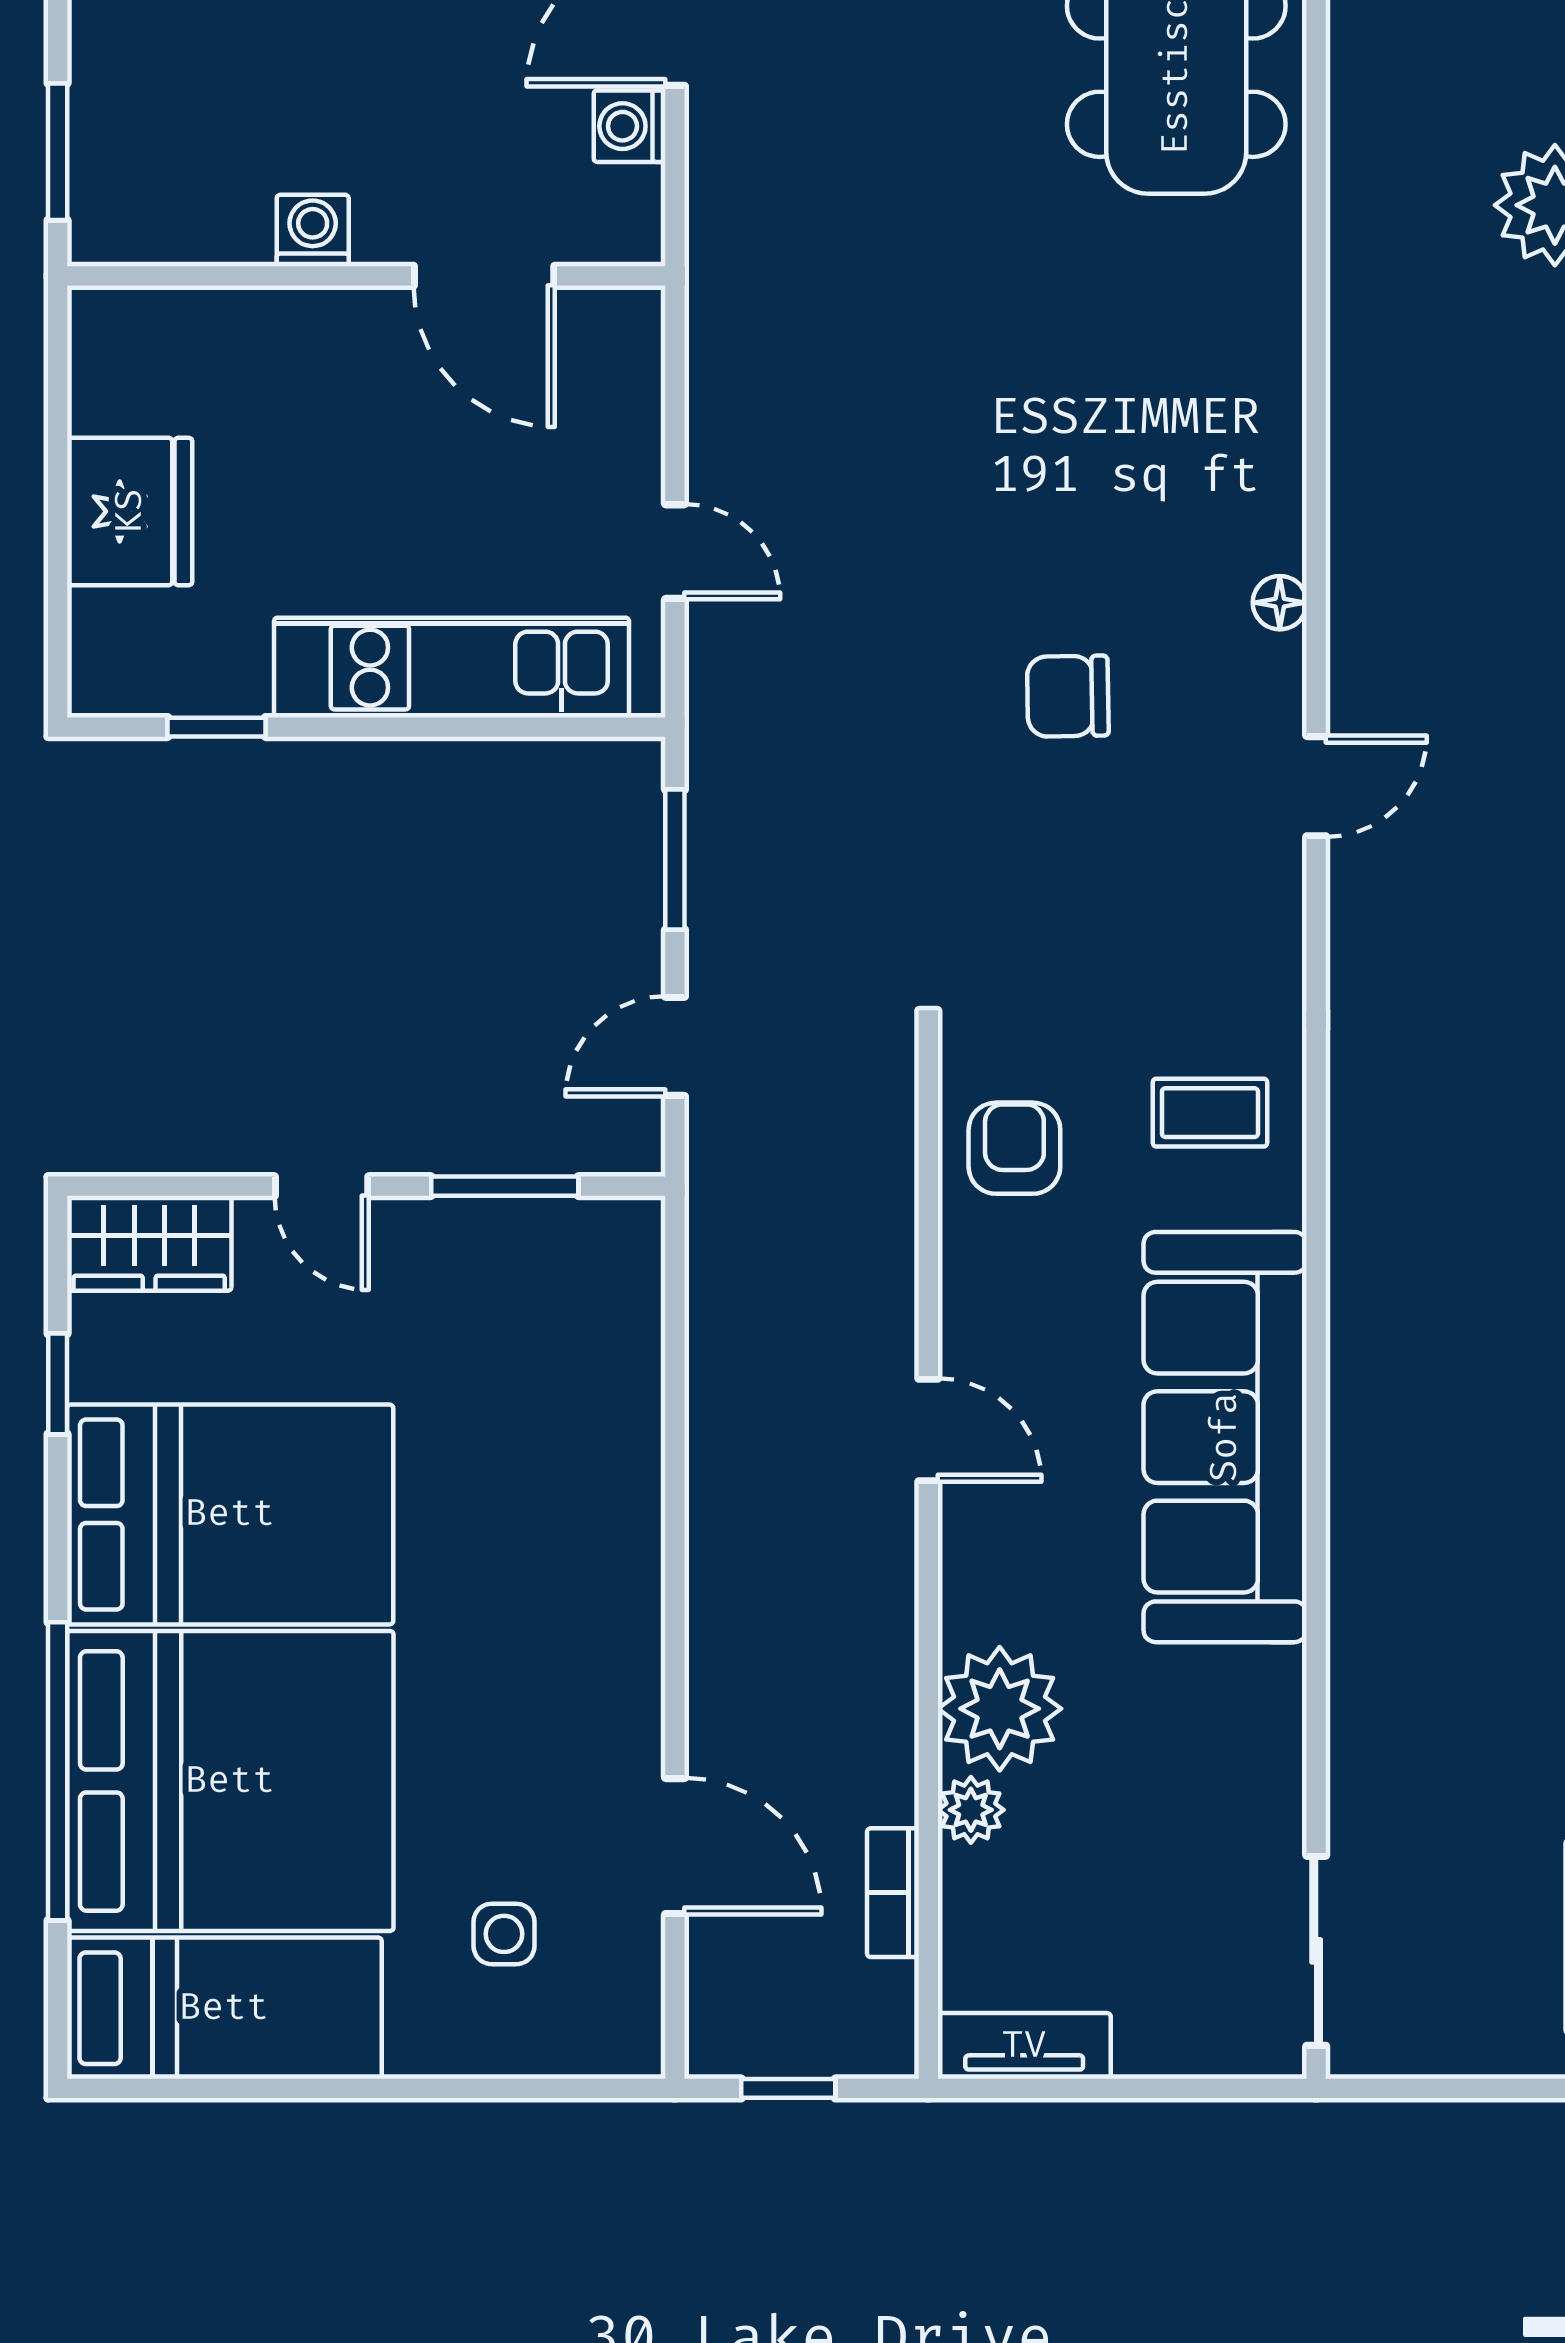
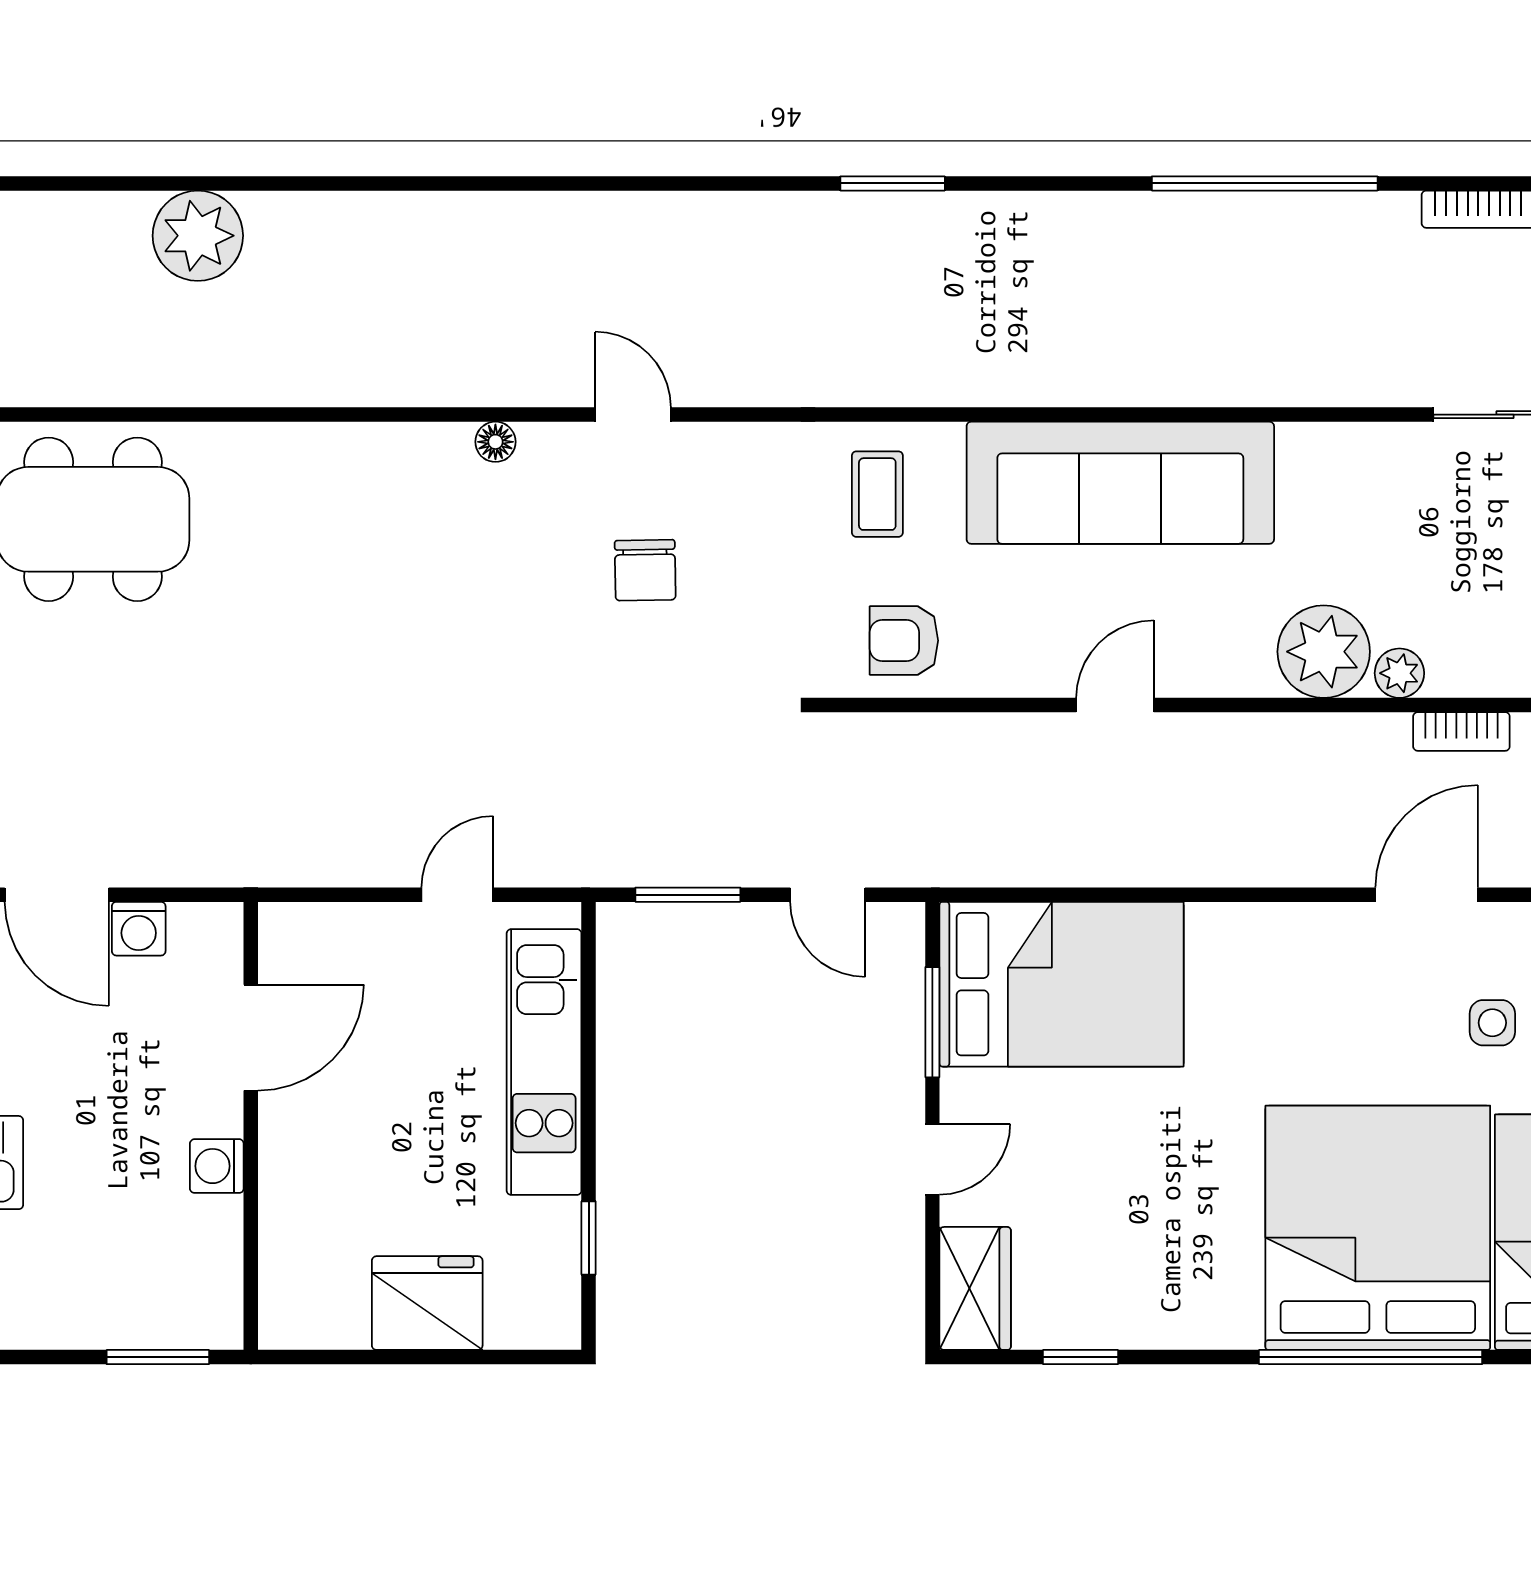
chair: (1068, 696) -> (645, 570), moved
bed: (230, 1514) -> (1062, 984), moved, turned 90

